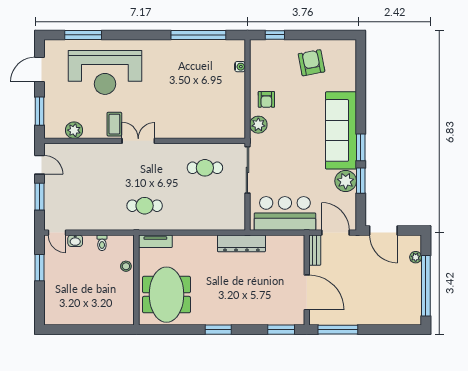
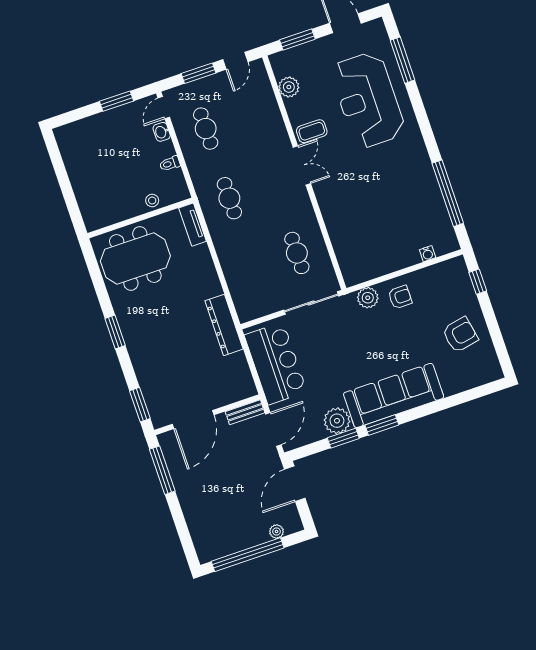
armchair: (266, 99) -> (400, 297), turned 180
cafe table: (84, 206) -> (206, 129), added

